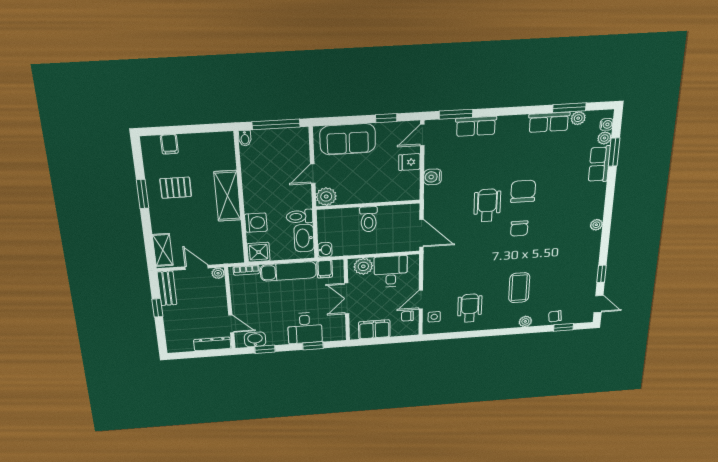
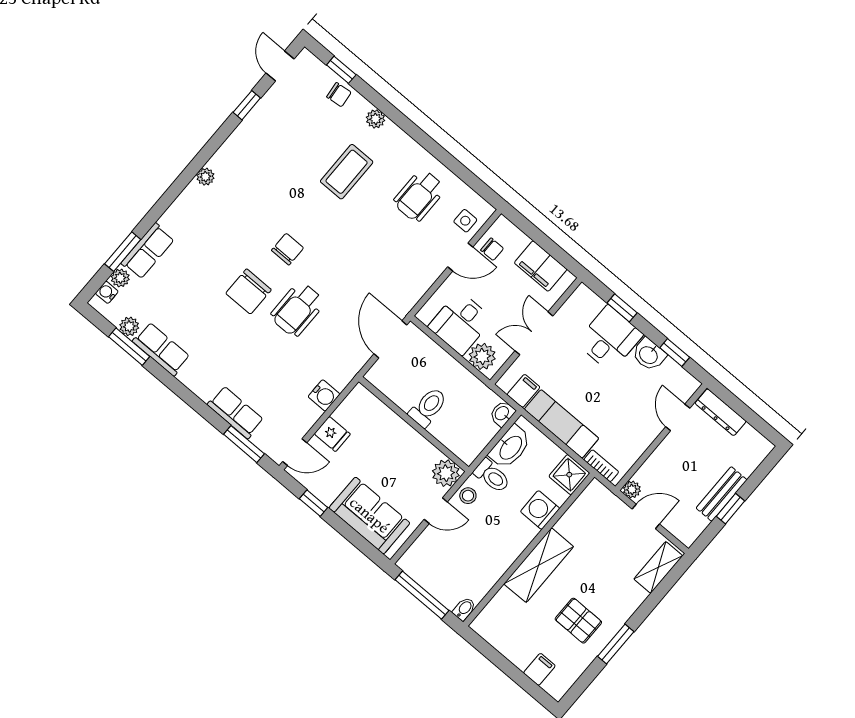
stool: (303, 196) -> (468, 496), added
door: (197, 267) -> (646, 516), swing flipped
bench: (167, 288) -> (722, 494), moved
double door: (347, 299) -> (534, 333), swing flipped
washbasin: (255, 339) -> (649, 355), moved

